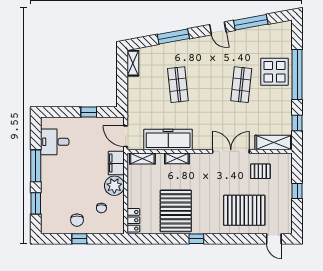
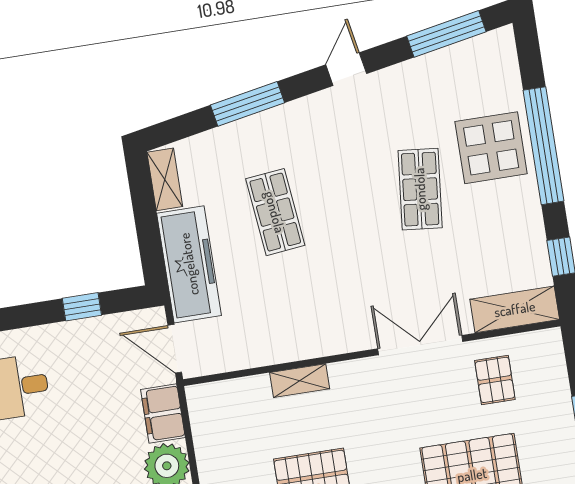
window: (251, 22) -> (446, 34), moved
door: (218, 28) -> (346, 69), swing flipped
freezer: (168, 139) -> (189, 264), moved, turned 90
shelving: (142, 159) -> (221, 394), removed
pallet: (260, 171) -> (495, 380), turned 90

